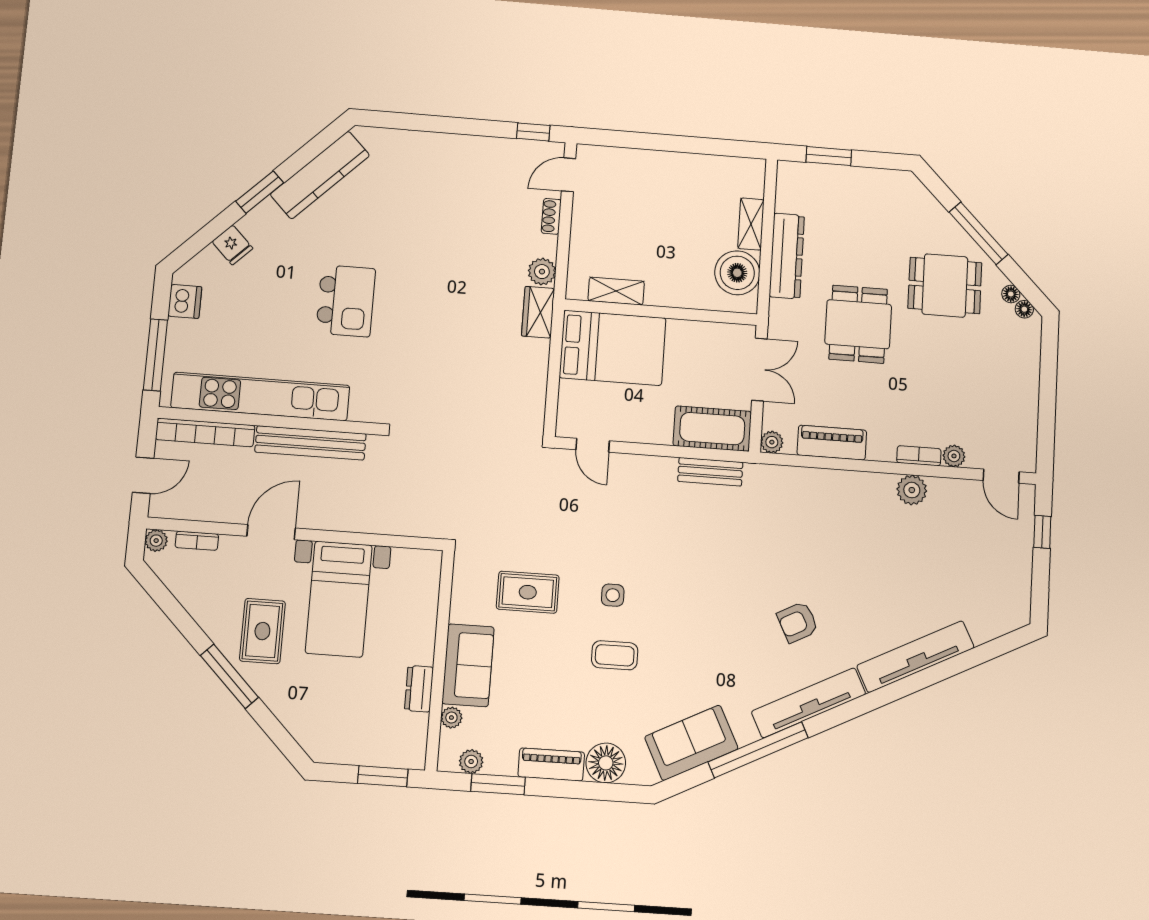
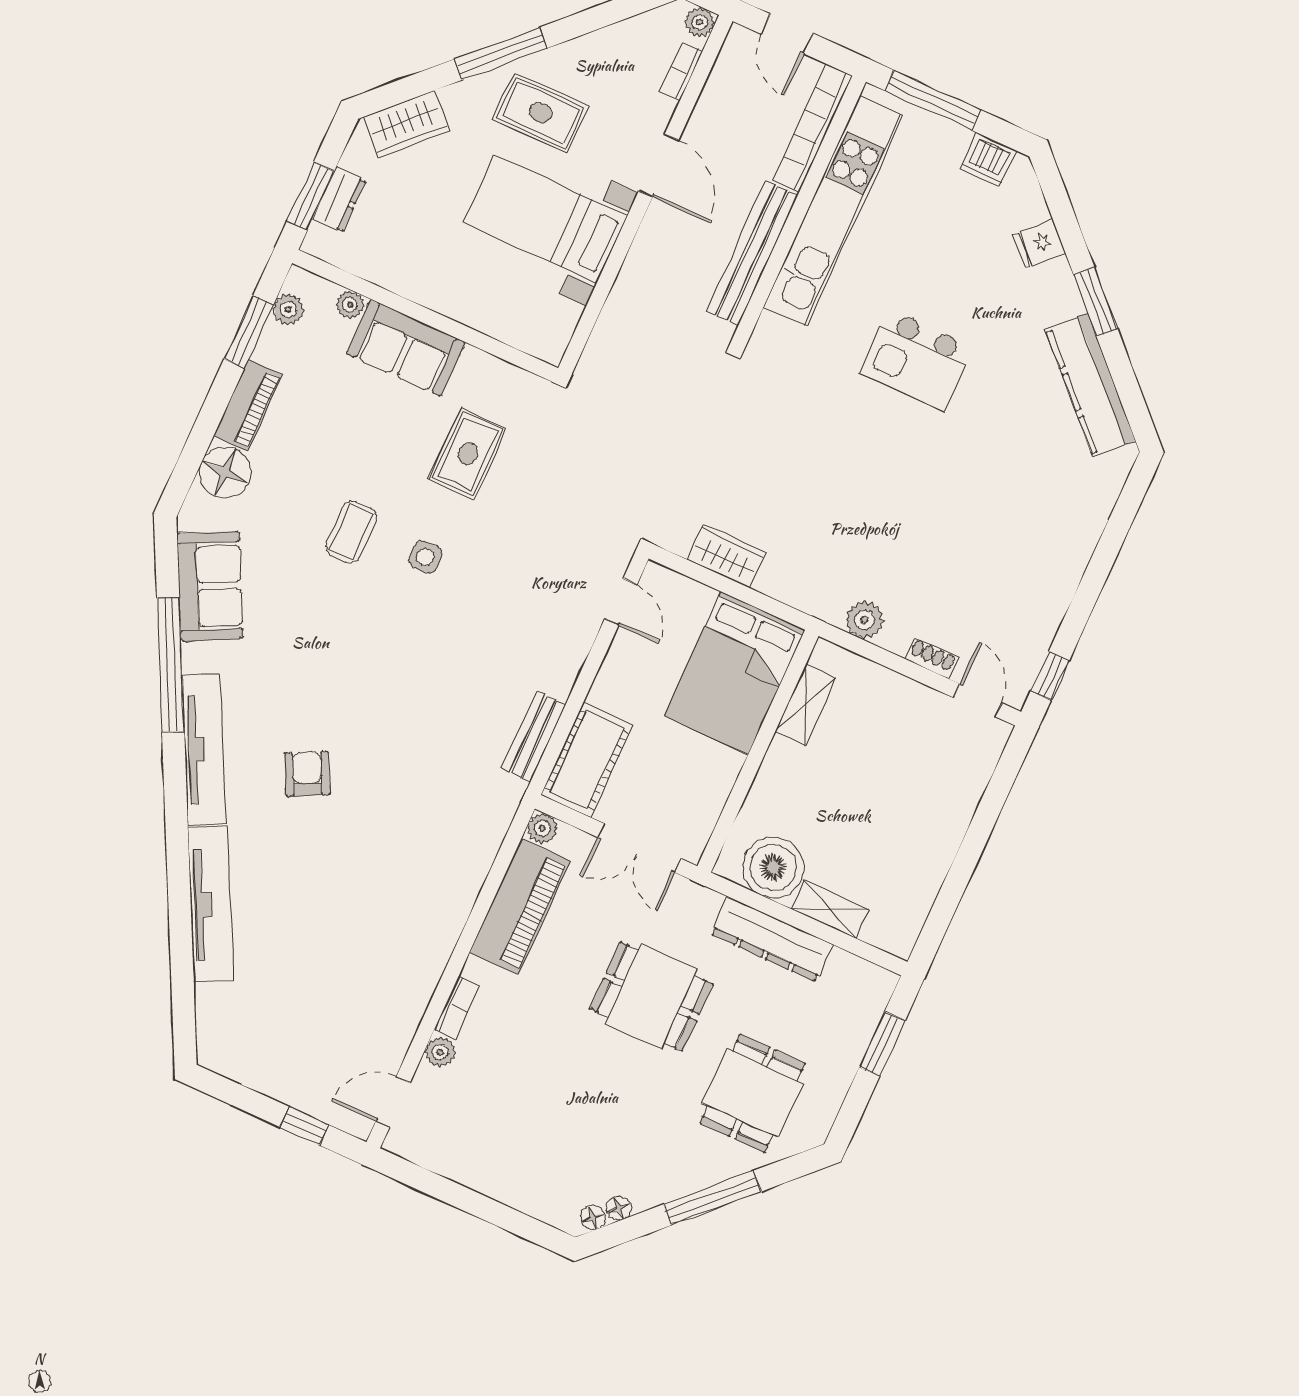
dining table: (945, 286) -> (752, 1093), moved
wardrobe: (538, 312) -> (726, 556), moved
piano: (832, 443) -> (520, 907), width x1.37, depth x1.33
door: (593, 445) -> (621, 602), swing flipped
plant: (912, 490) -> (417, 982), removed
dresser: (419, 689) -> (339, 199), moved, turned 90
wardrobe: (305, 726) -> (407, 124), added

